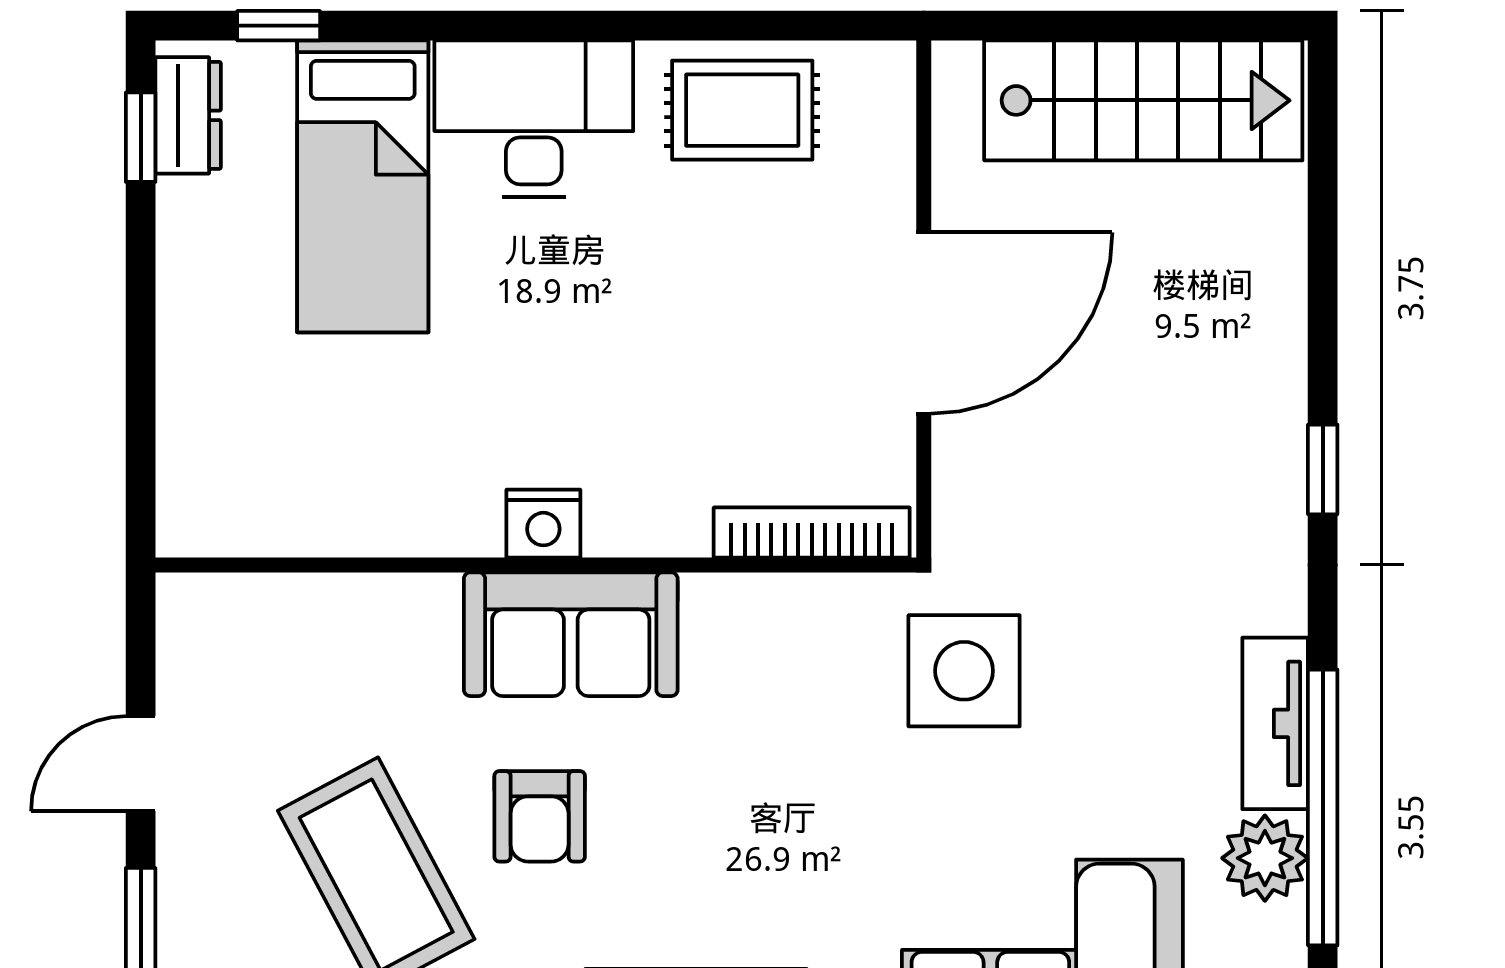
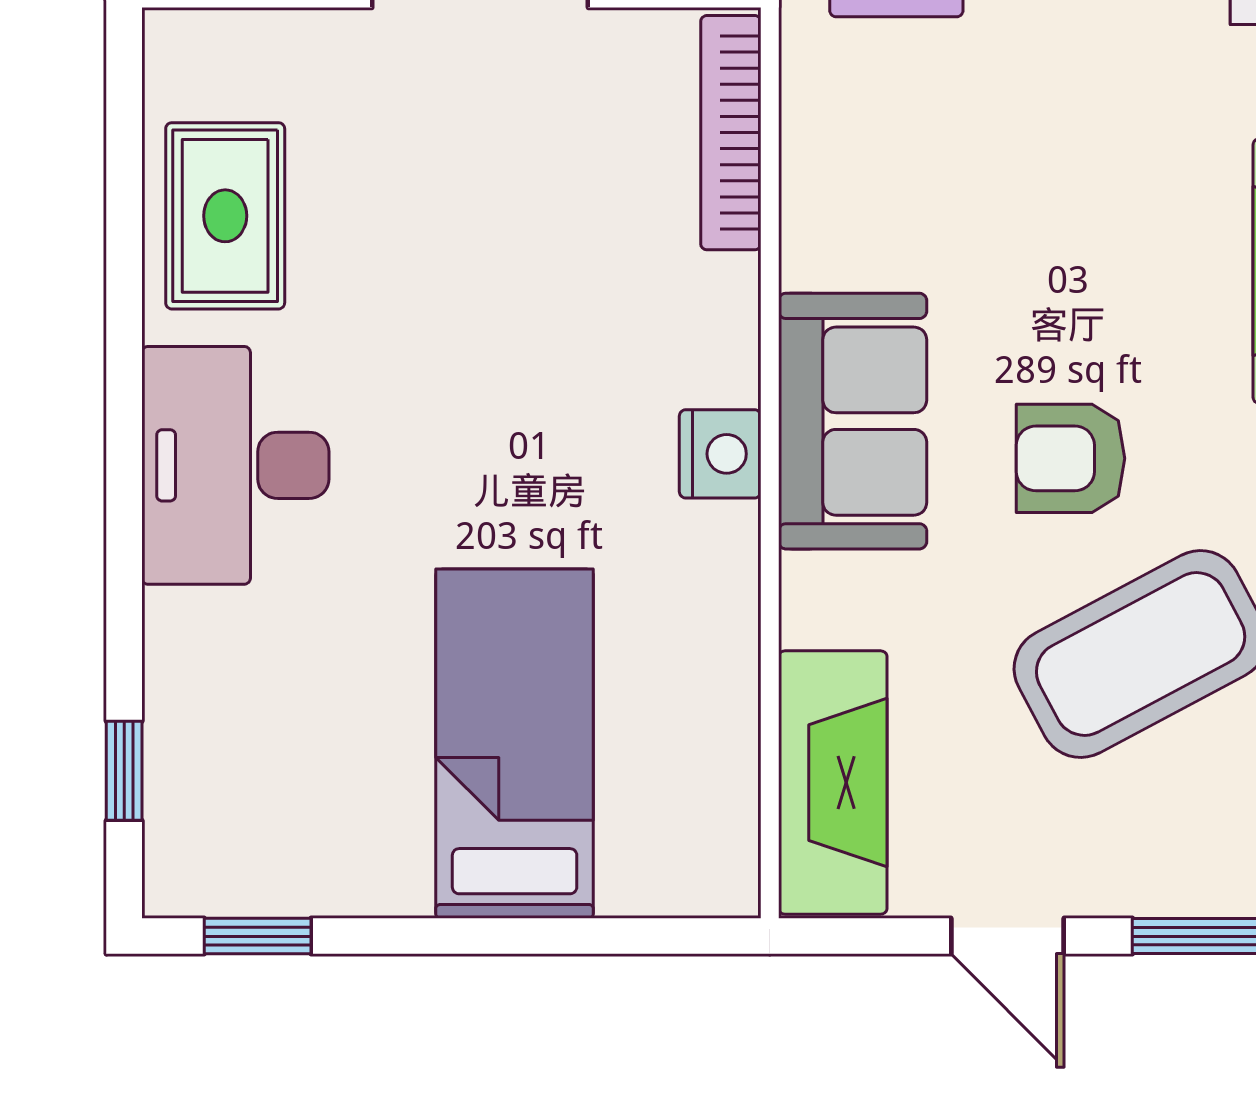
dresser: (188, 115) -> (231, 879), removed
bed: (363, 186) -> (515, 744), moved, turned -90
fireplace: (269, 618) -> (833, 783), added
armchair: (540, 816) -> (1071, 458), turned 180

